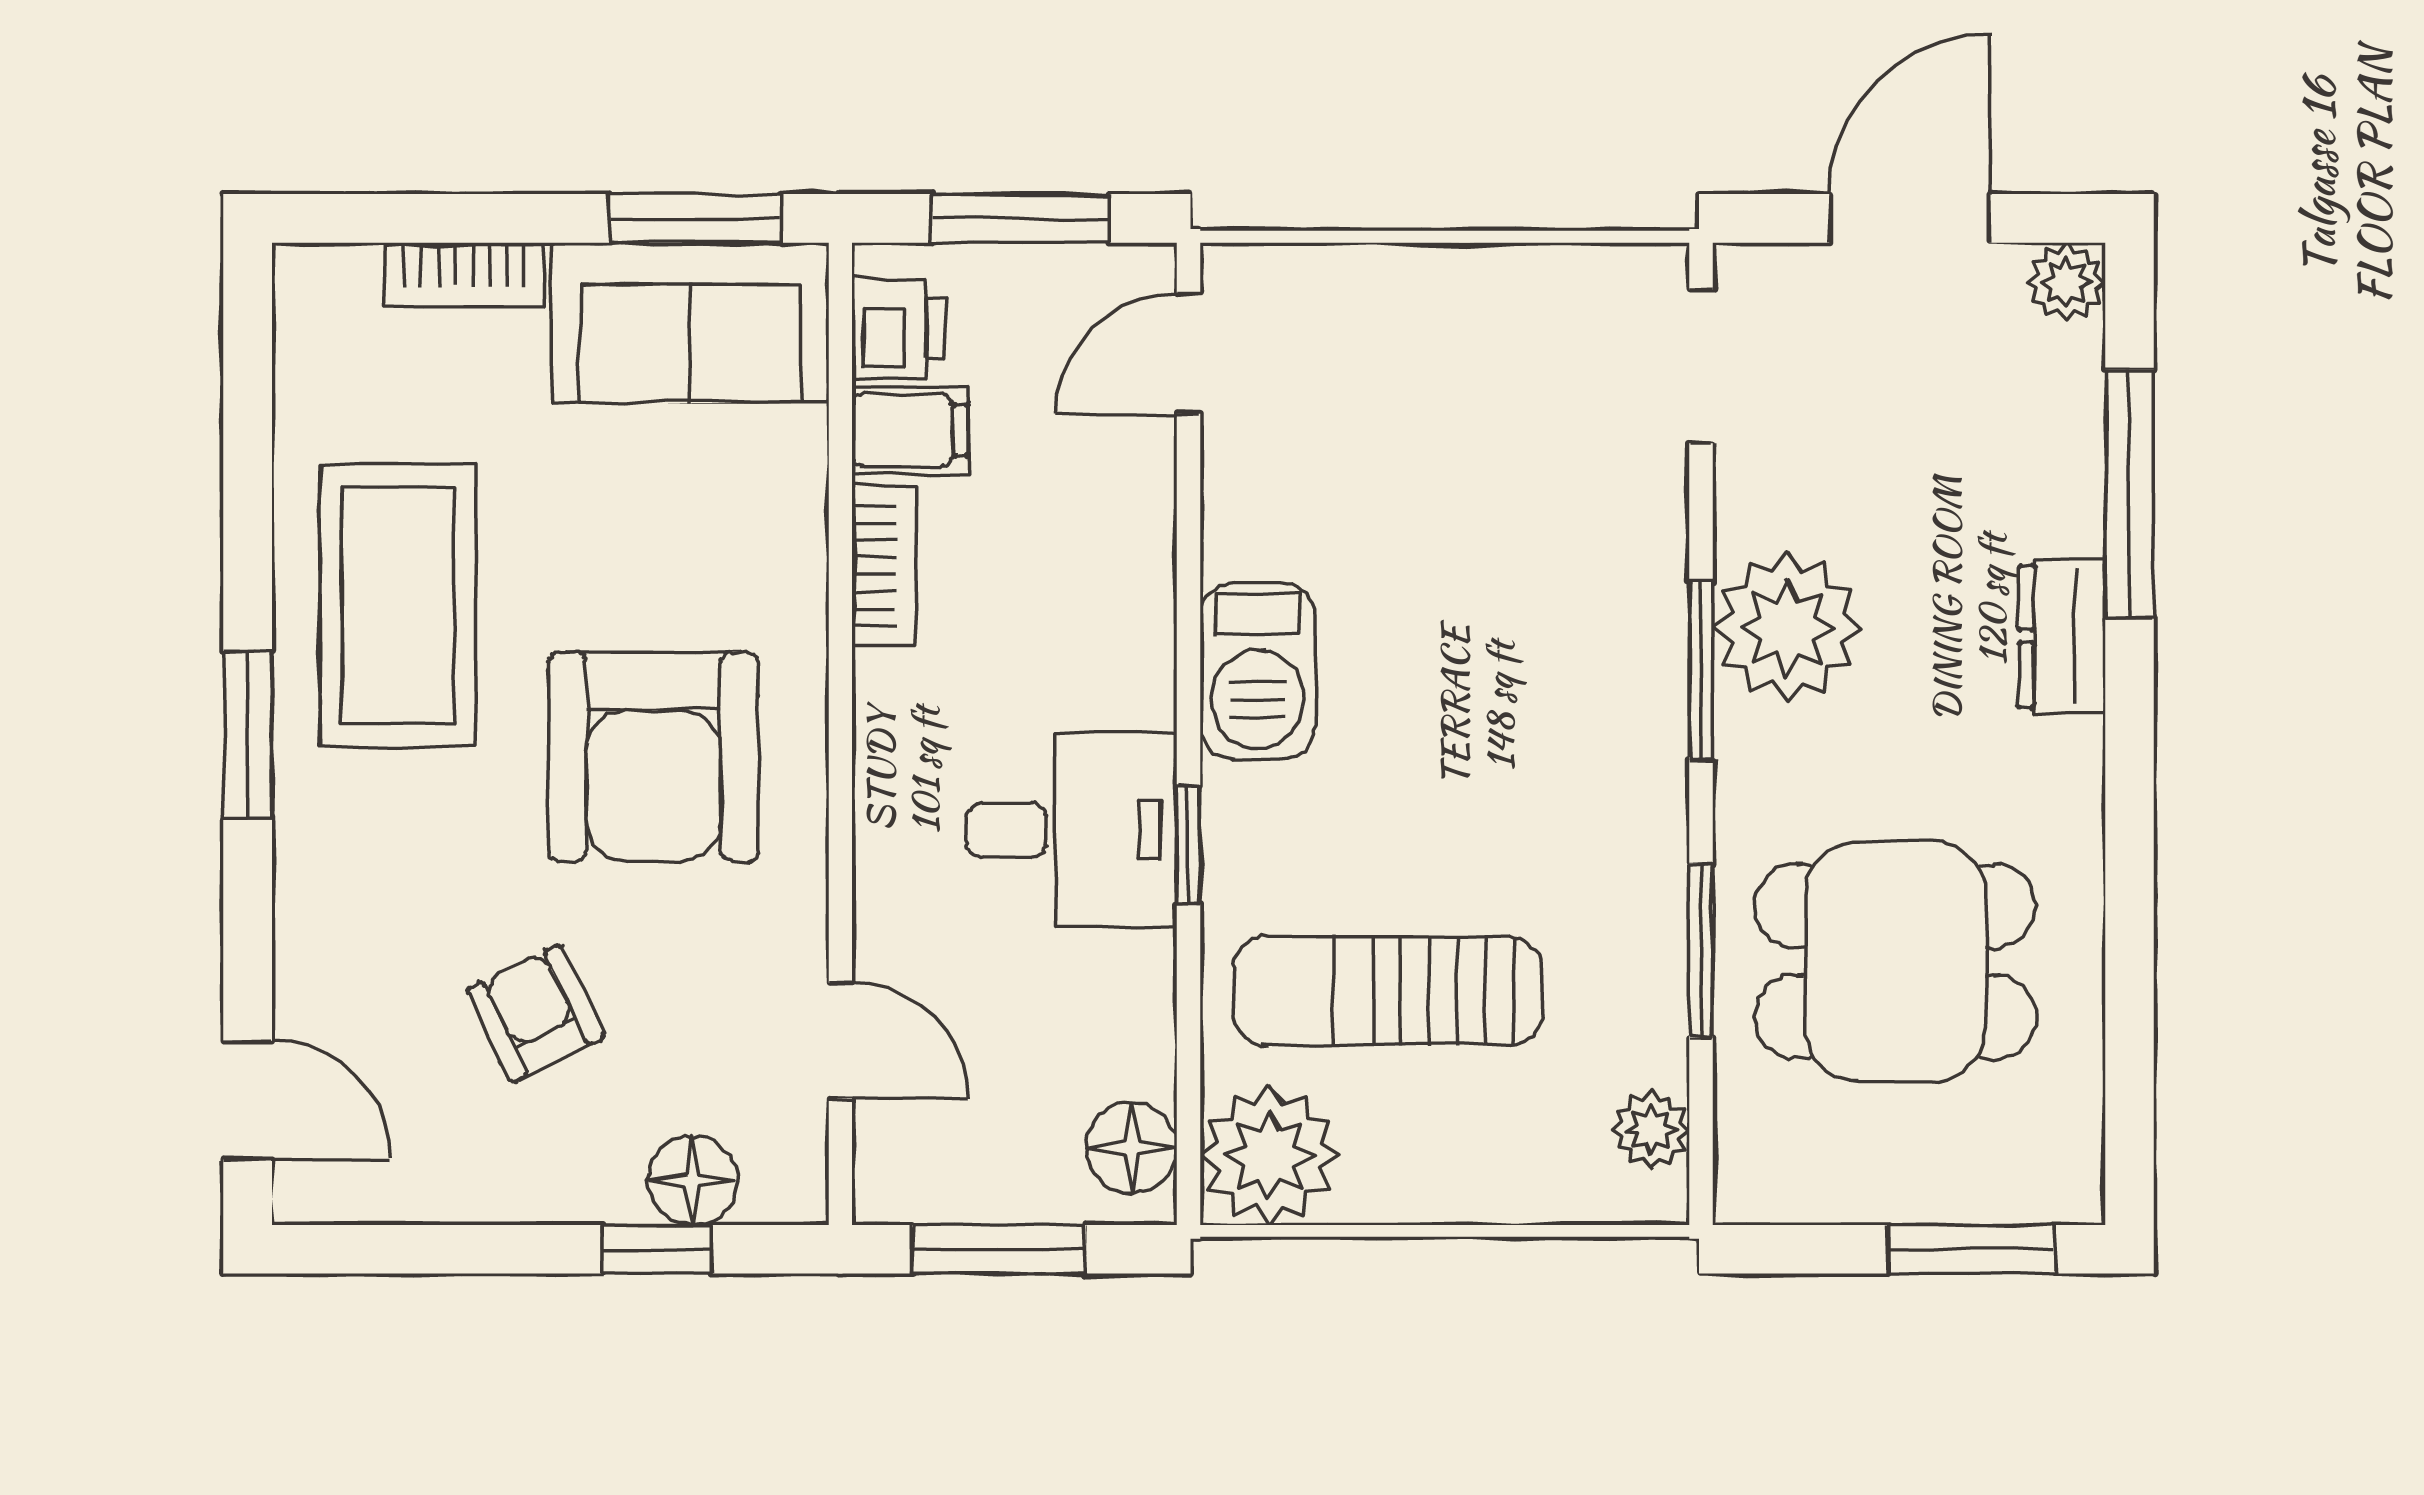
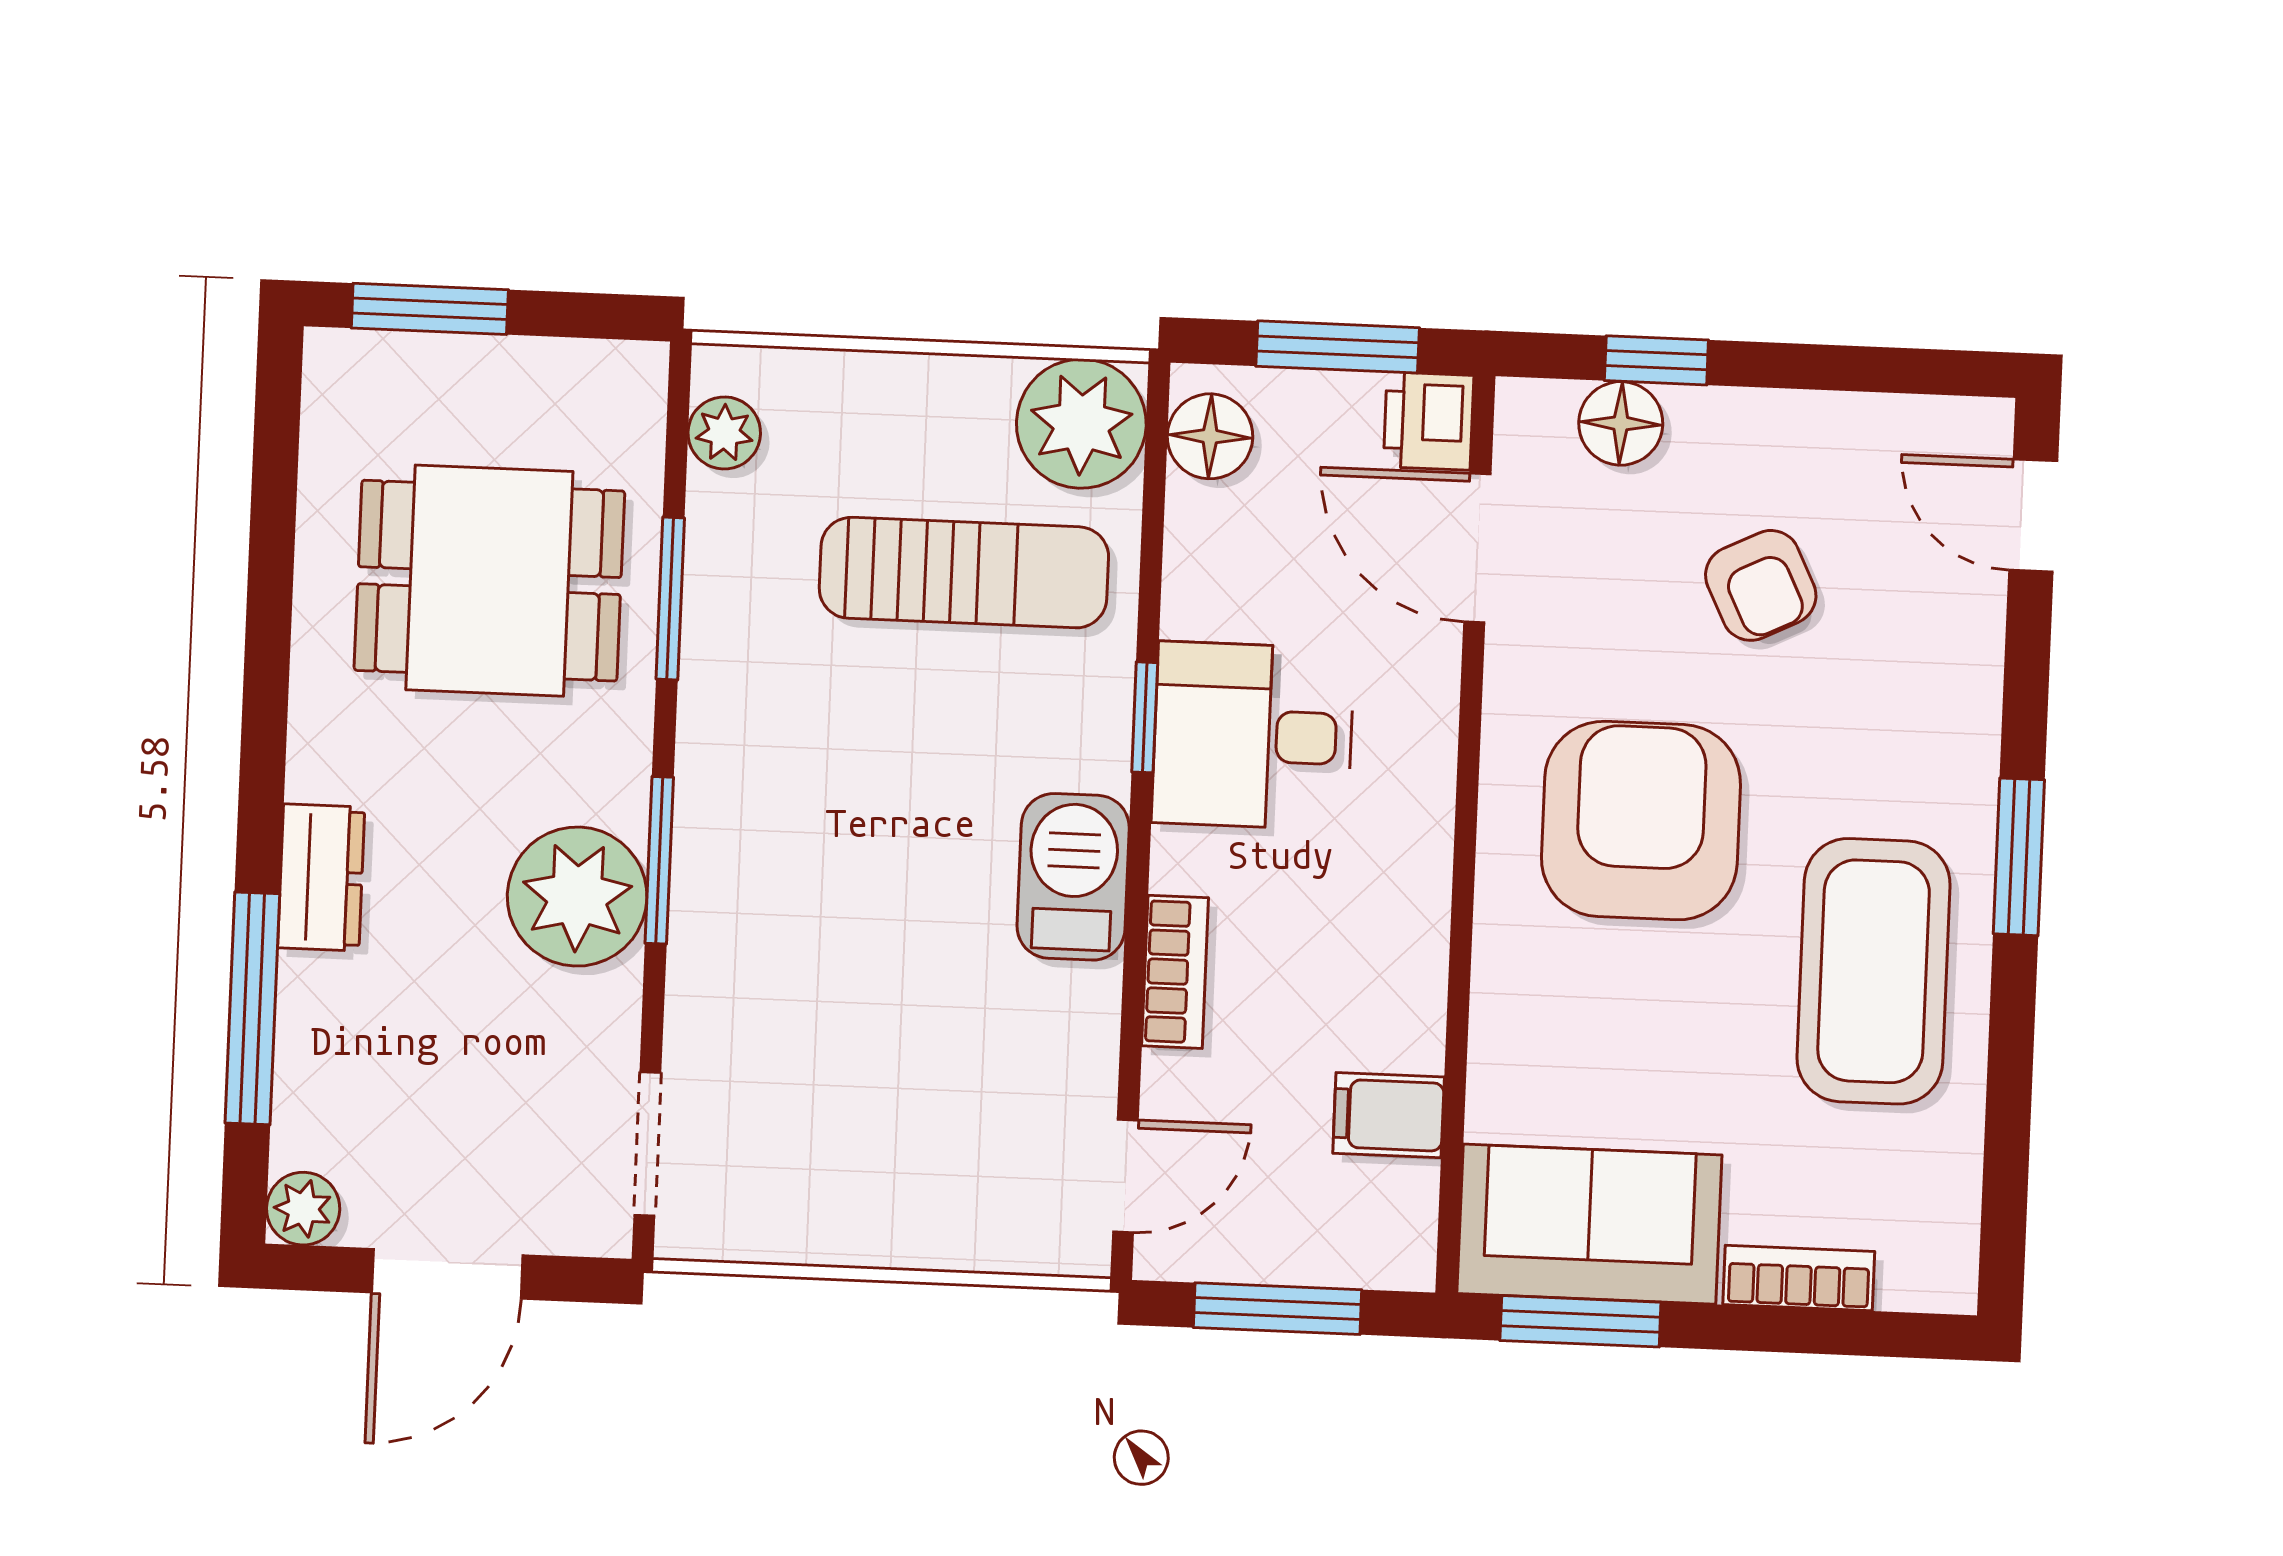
printer: (898, 328) -> (1429, 421), moved
bookcase: (884, 566) -> (1175, 972), moved, turned 180
door: (840, 1040) -> (1477, 548), width x1.38

